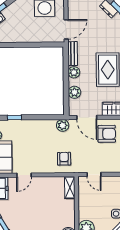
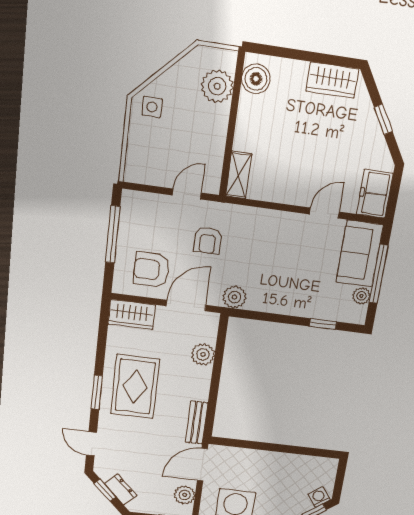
plant: (74, 72) -> (185, 495), moved
door: (87, 117) -> (186, 306), hinge flipped
armchair: (64, 159) -> (208, 240), moved
door: (94, 174) -> (187, 194), hinge flipped

